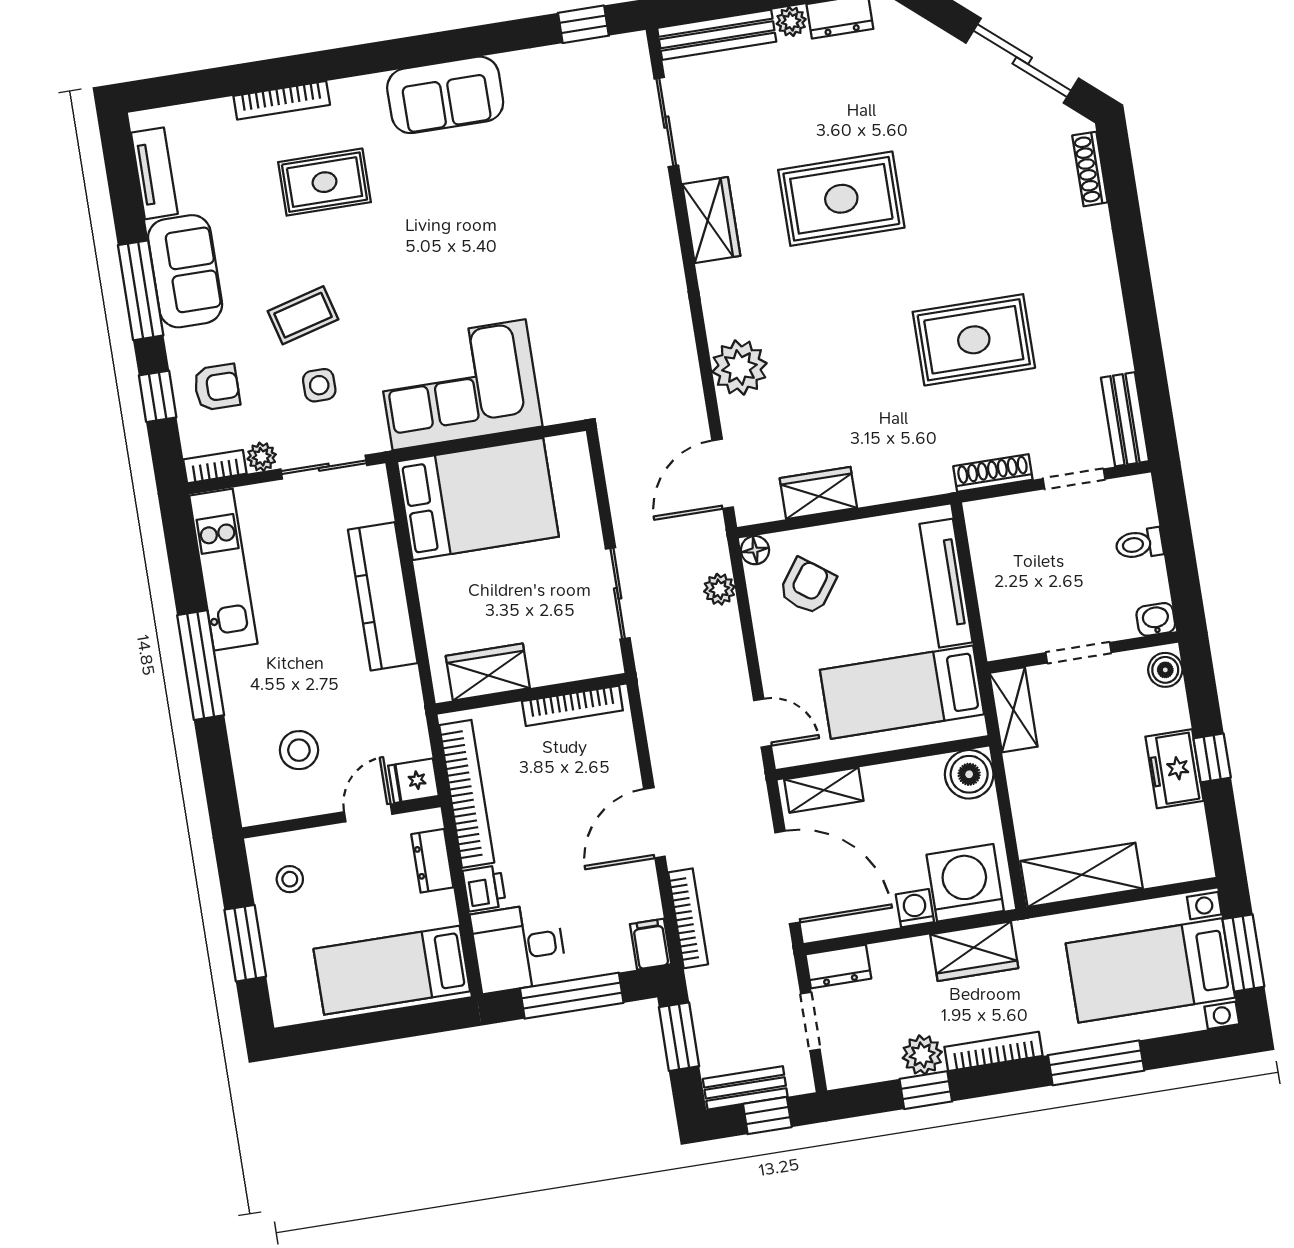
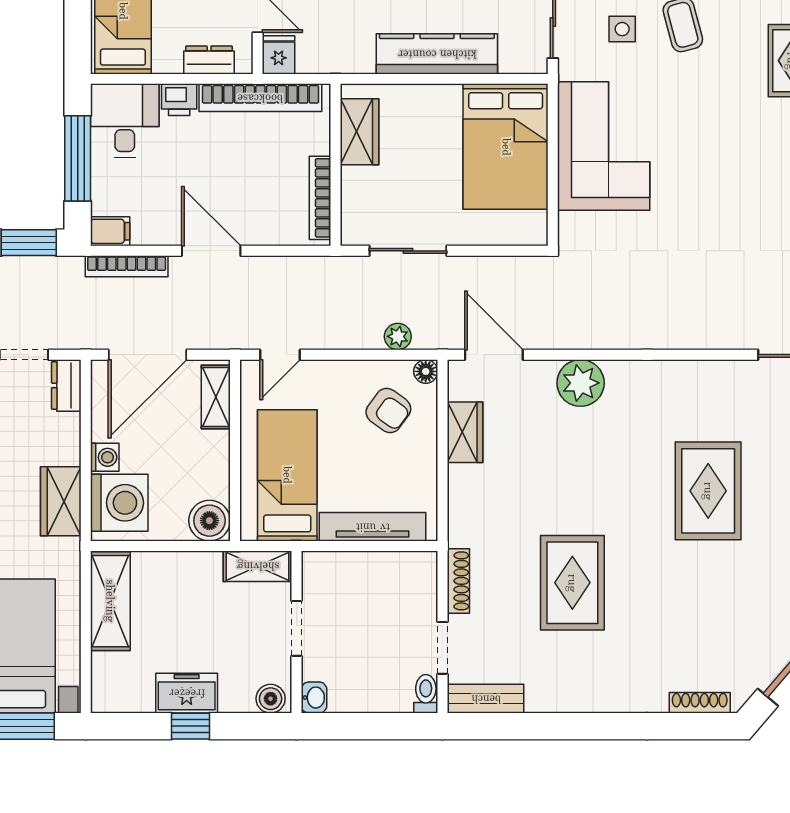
wardrobe: (711, 220) -> (708, 379), removed
toilet: (1139, 544) -> (426, 694), moved

